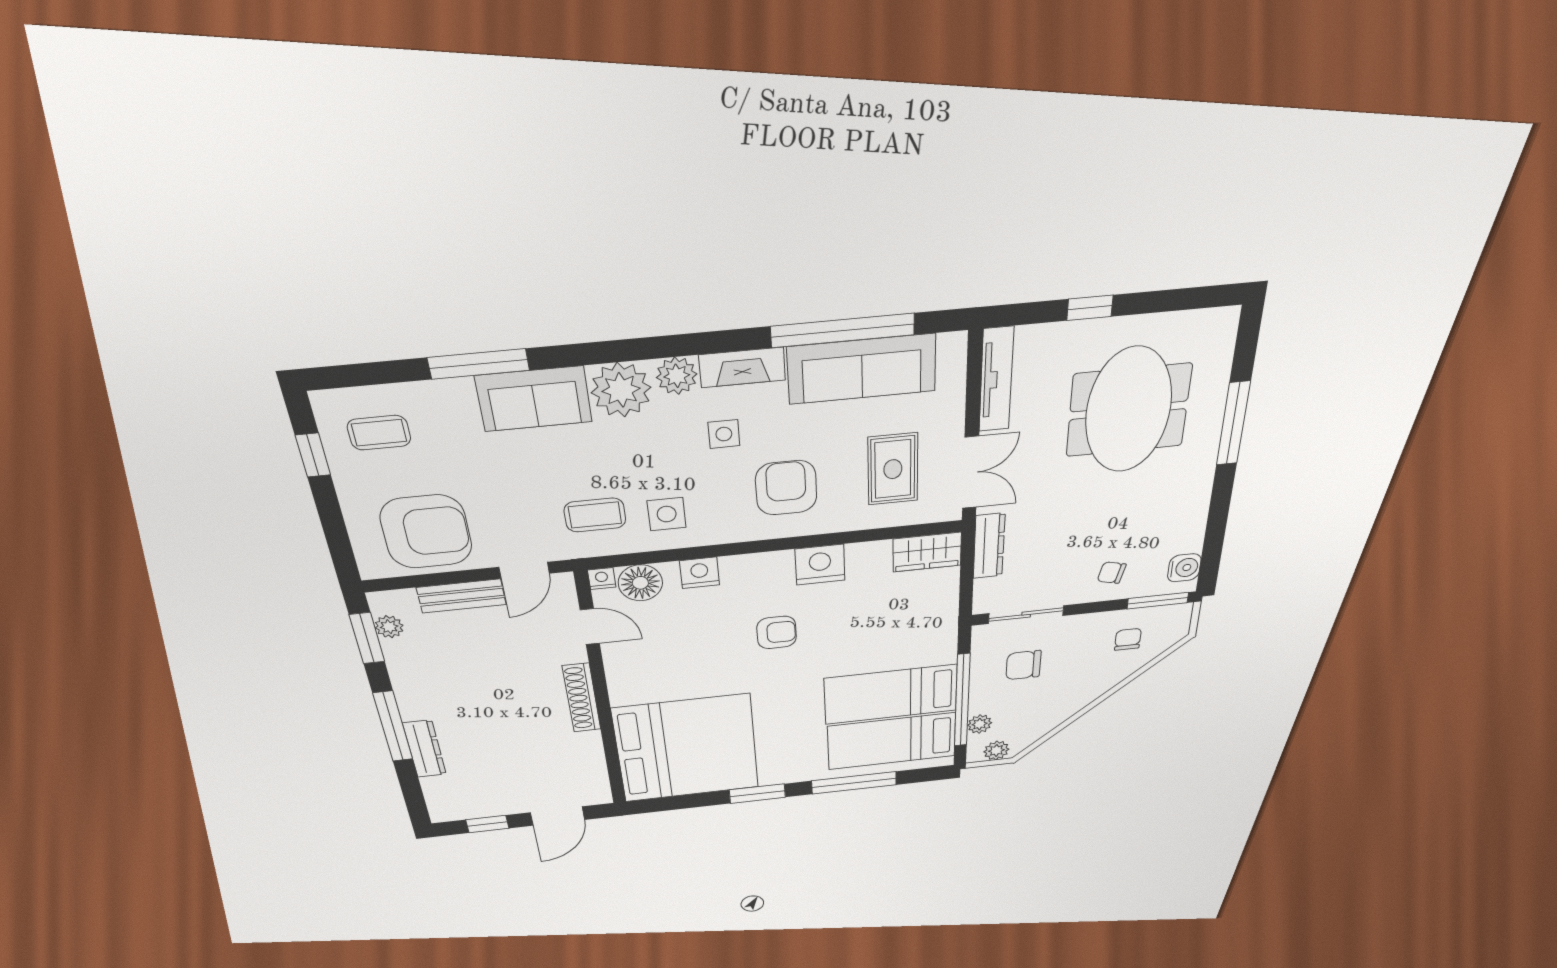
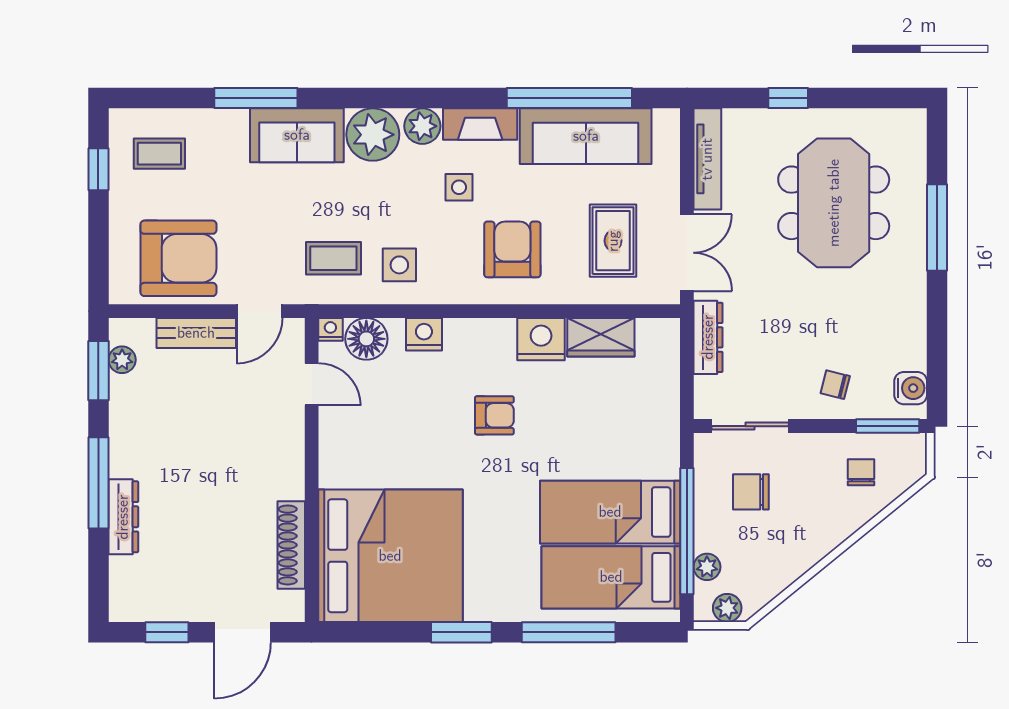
wardrobe: (927, 552) -> (601, 337), moved
shoe rack: (582, 698) -> (291, 545), moved

